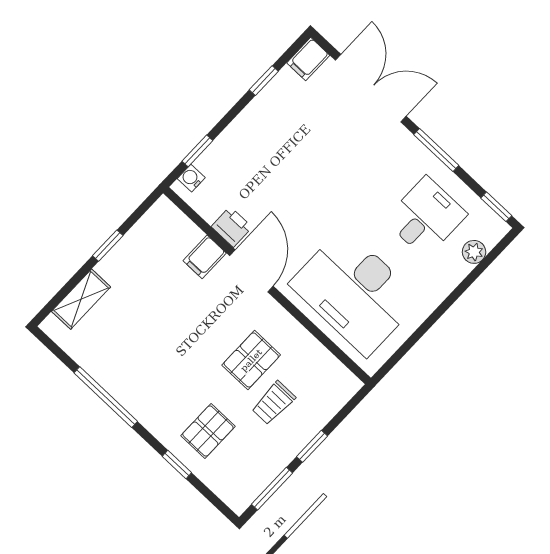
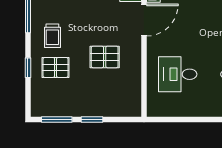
desk: (355, 292) -> (178, 74), width x0.53, depth x0.77
trolley: (273, 403) -> (52, 36), moved, turned -90

